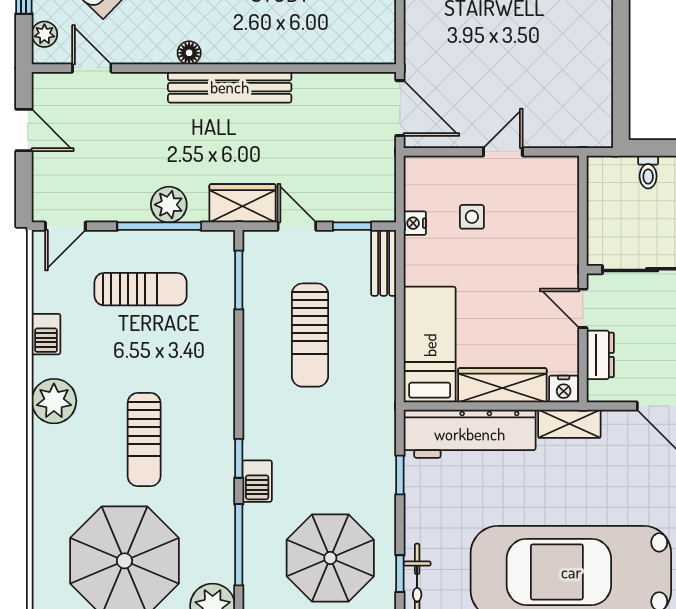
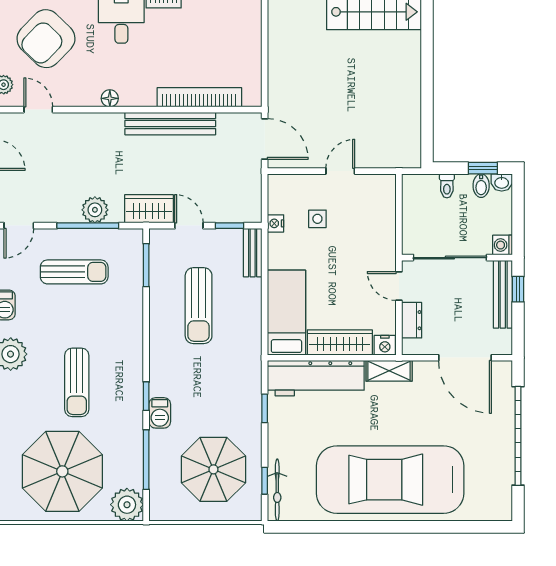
bookcase: (311, 51) -> (199, 97), added
bench: (230, 87) -> (170, 124), moved

